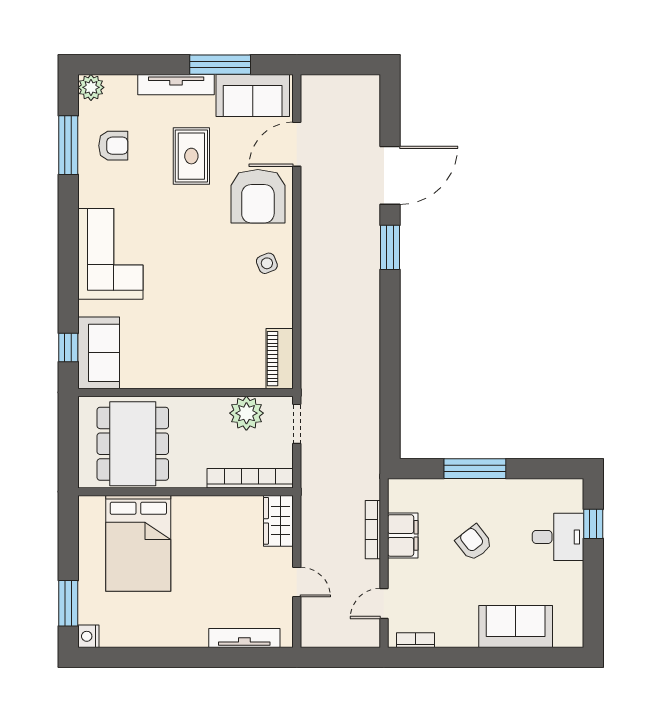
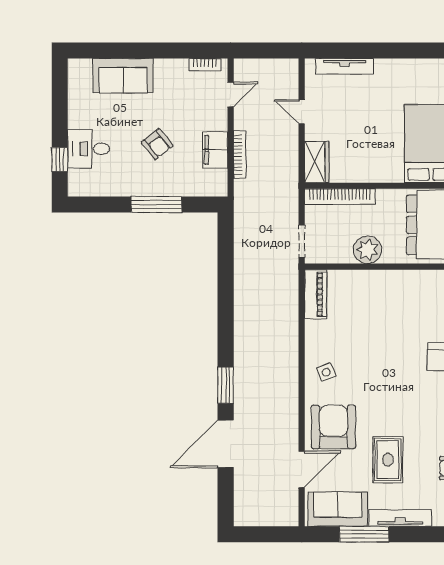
plant: (246, 413) -> (368, 250), moved

